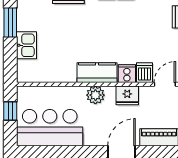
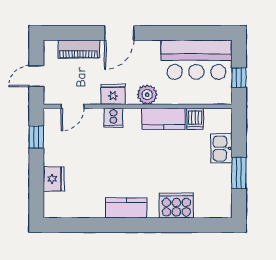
kitchen counter: (97, 73) -> (164, 119), moved
dishwasher: (144, 73) -> (195, 119), moved

